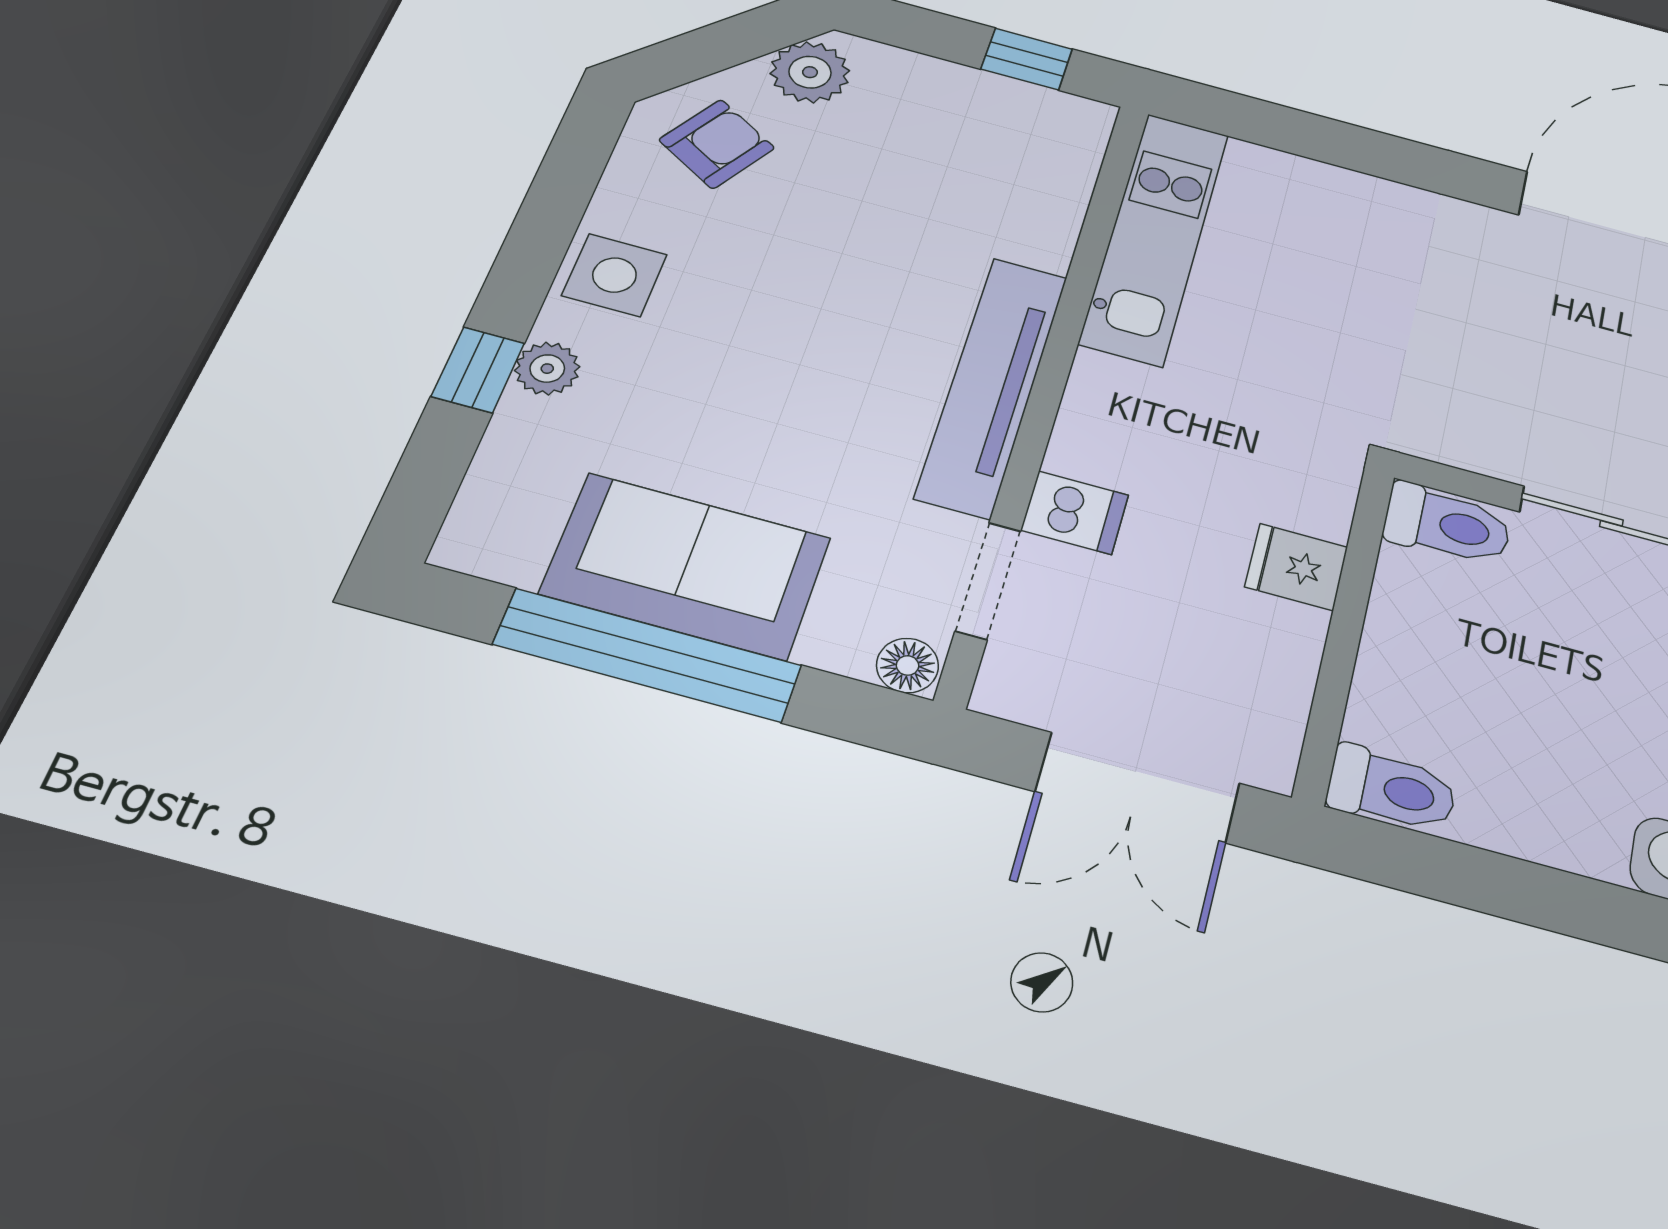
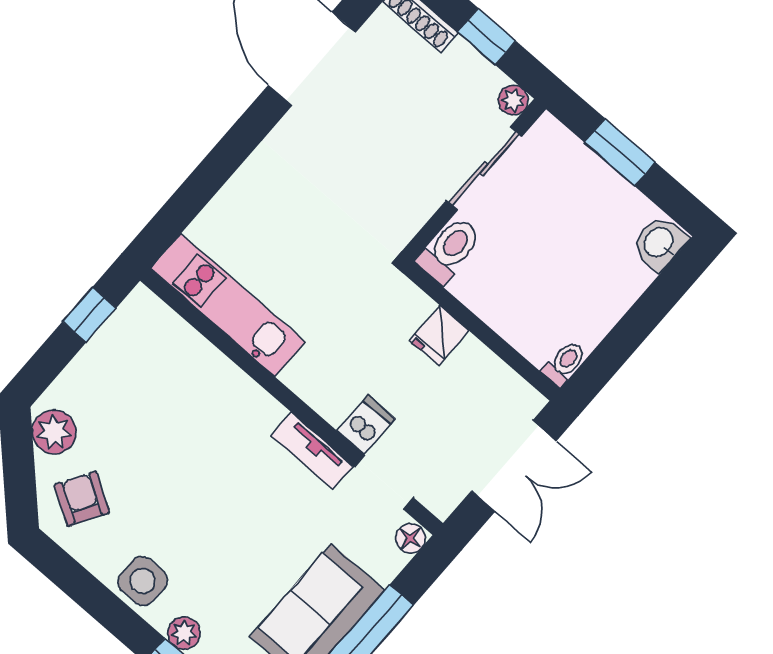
tv unit: (992, 385) -> (312, 451), width x0.52, depth x0.78
toilet: (1392, 789) -> (564, 363), width x0.73, depth x0.72

